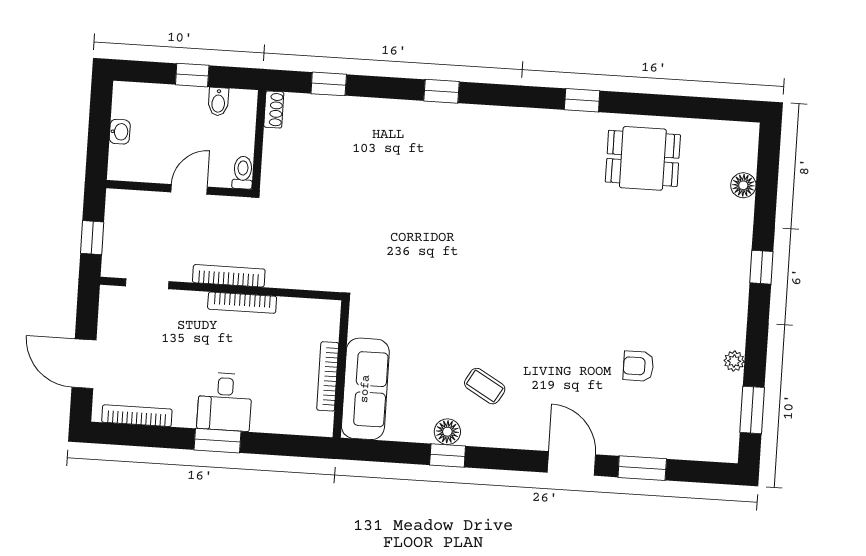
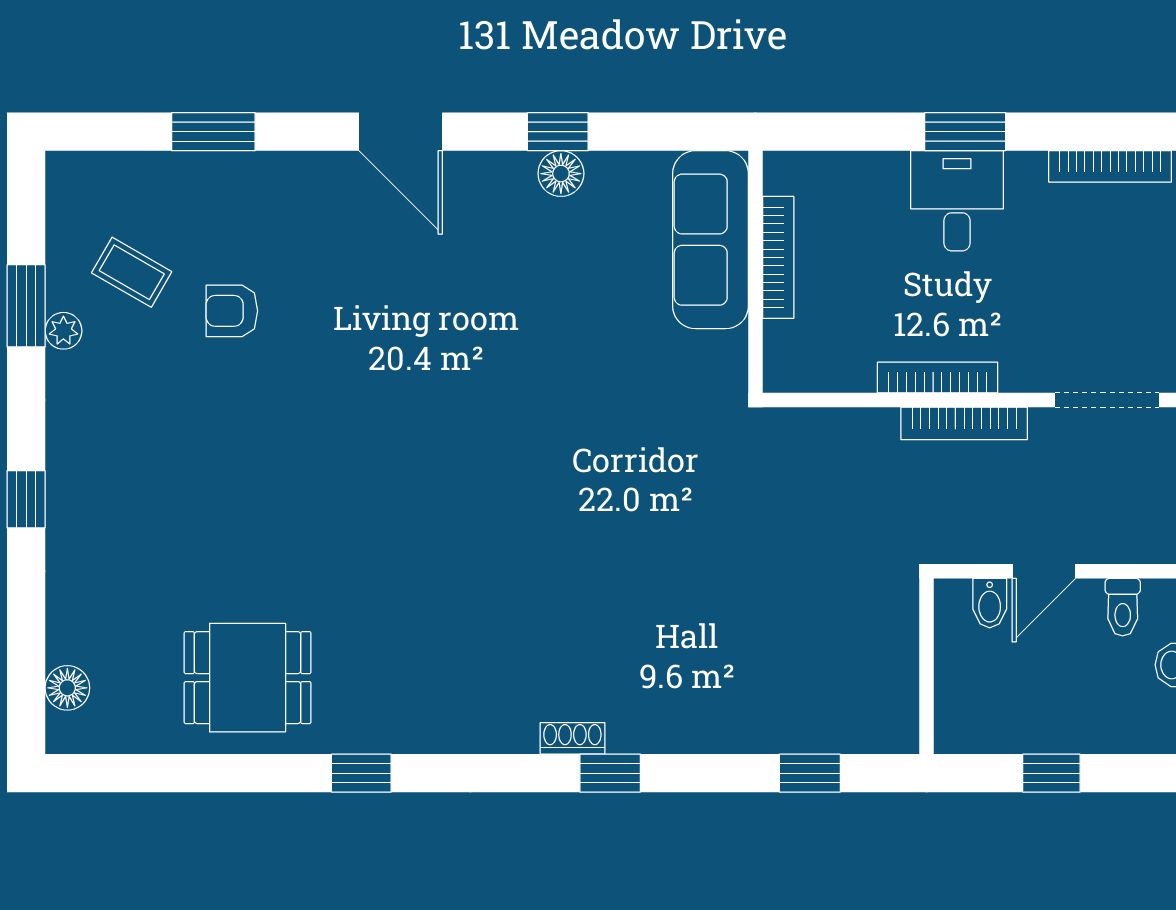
bidet: (218, 102) -> (990, 603), moved, turned 180
shoe rack: (274, 109) -> (572, 738), moved, turned 90
toilet: (243, 173) -> (1123, 607), moved
floor lamp: (743, 185) -> (67, 688), moved
doorway: (147, 284) -> (1107, 400), width x1.38
armchair: (638, 366) -> (232, 311), turned 180
coffee table: (485, 386) -> (132, 272), moved
window: (752, 410) -> (26, 306), moved
door: (571, 463) -> (401, 132), moved

